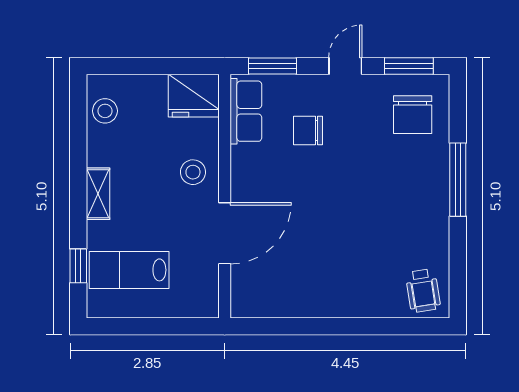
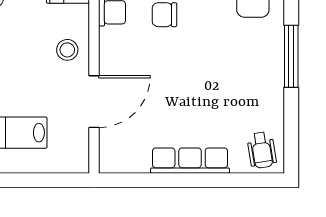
row of seats: (338, 303) -> (190, 161), added

